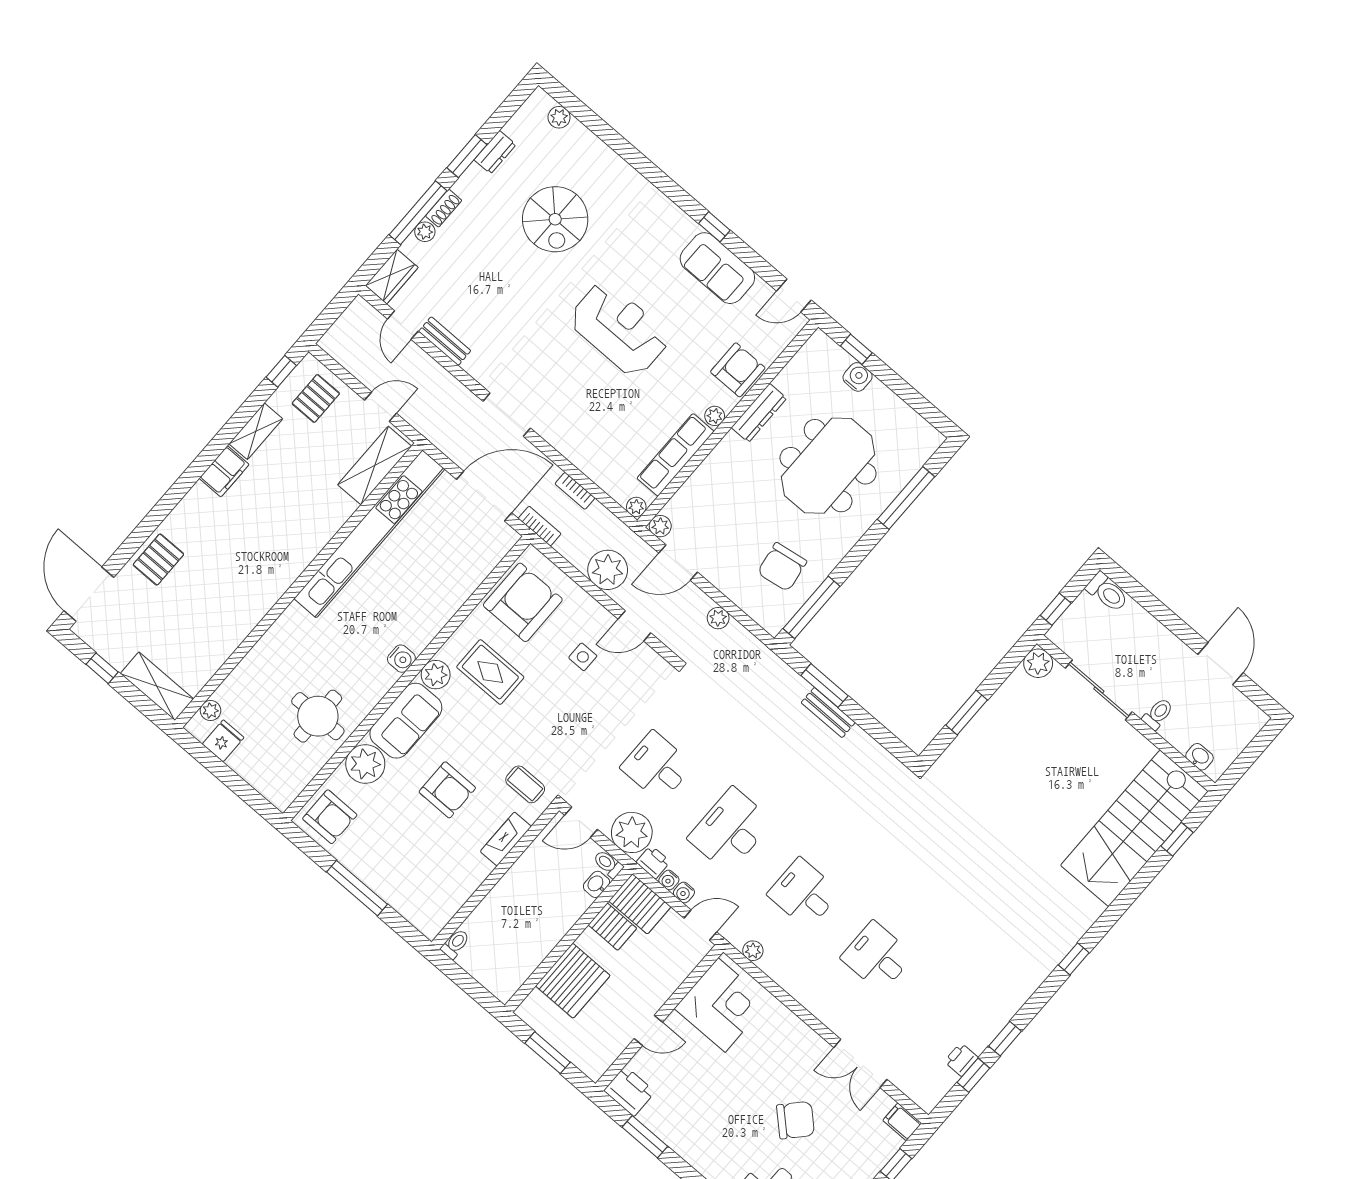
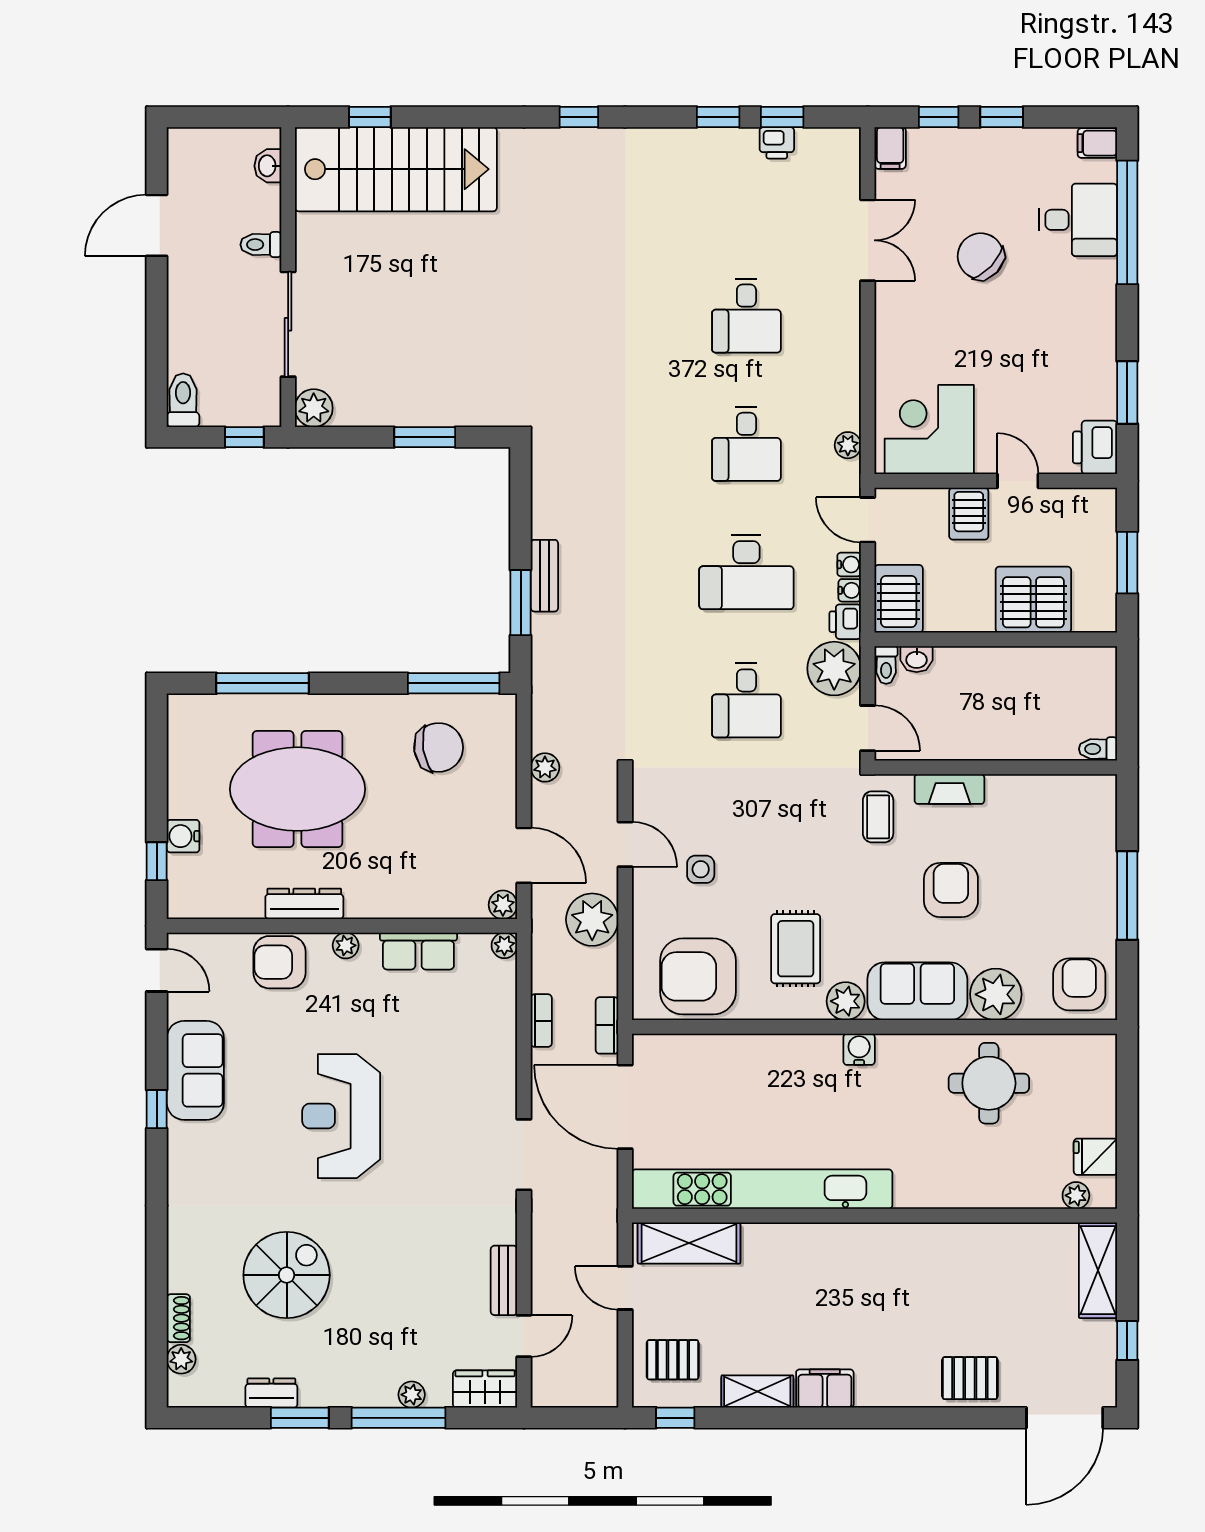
shoe rack: (444, 208) -> (178, 1318), moved, turned 90
row of seats: (675, 455) -> (418, 951), width x0.68
server rack: (612, 927) -> (969, 514), moved, turned 180

